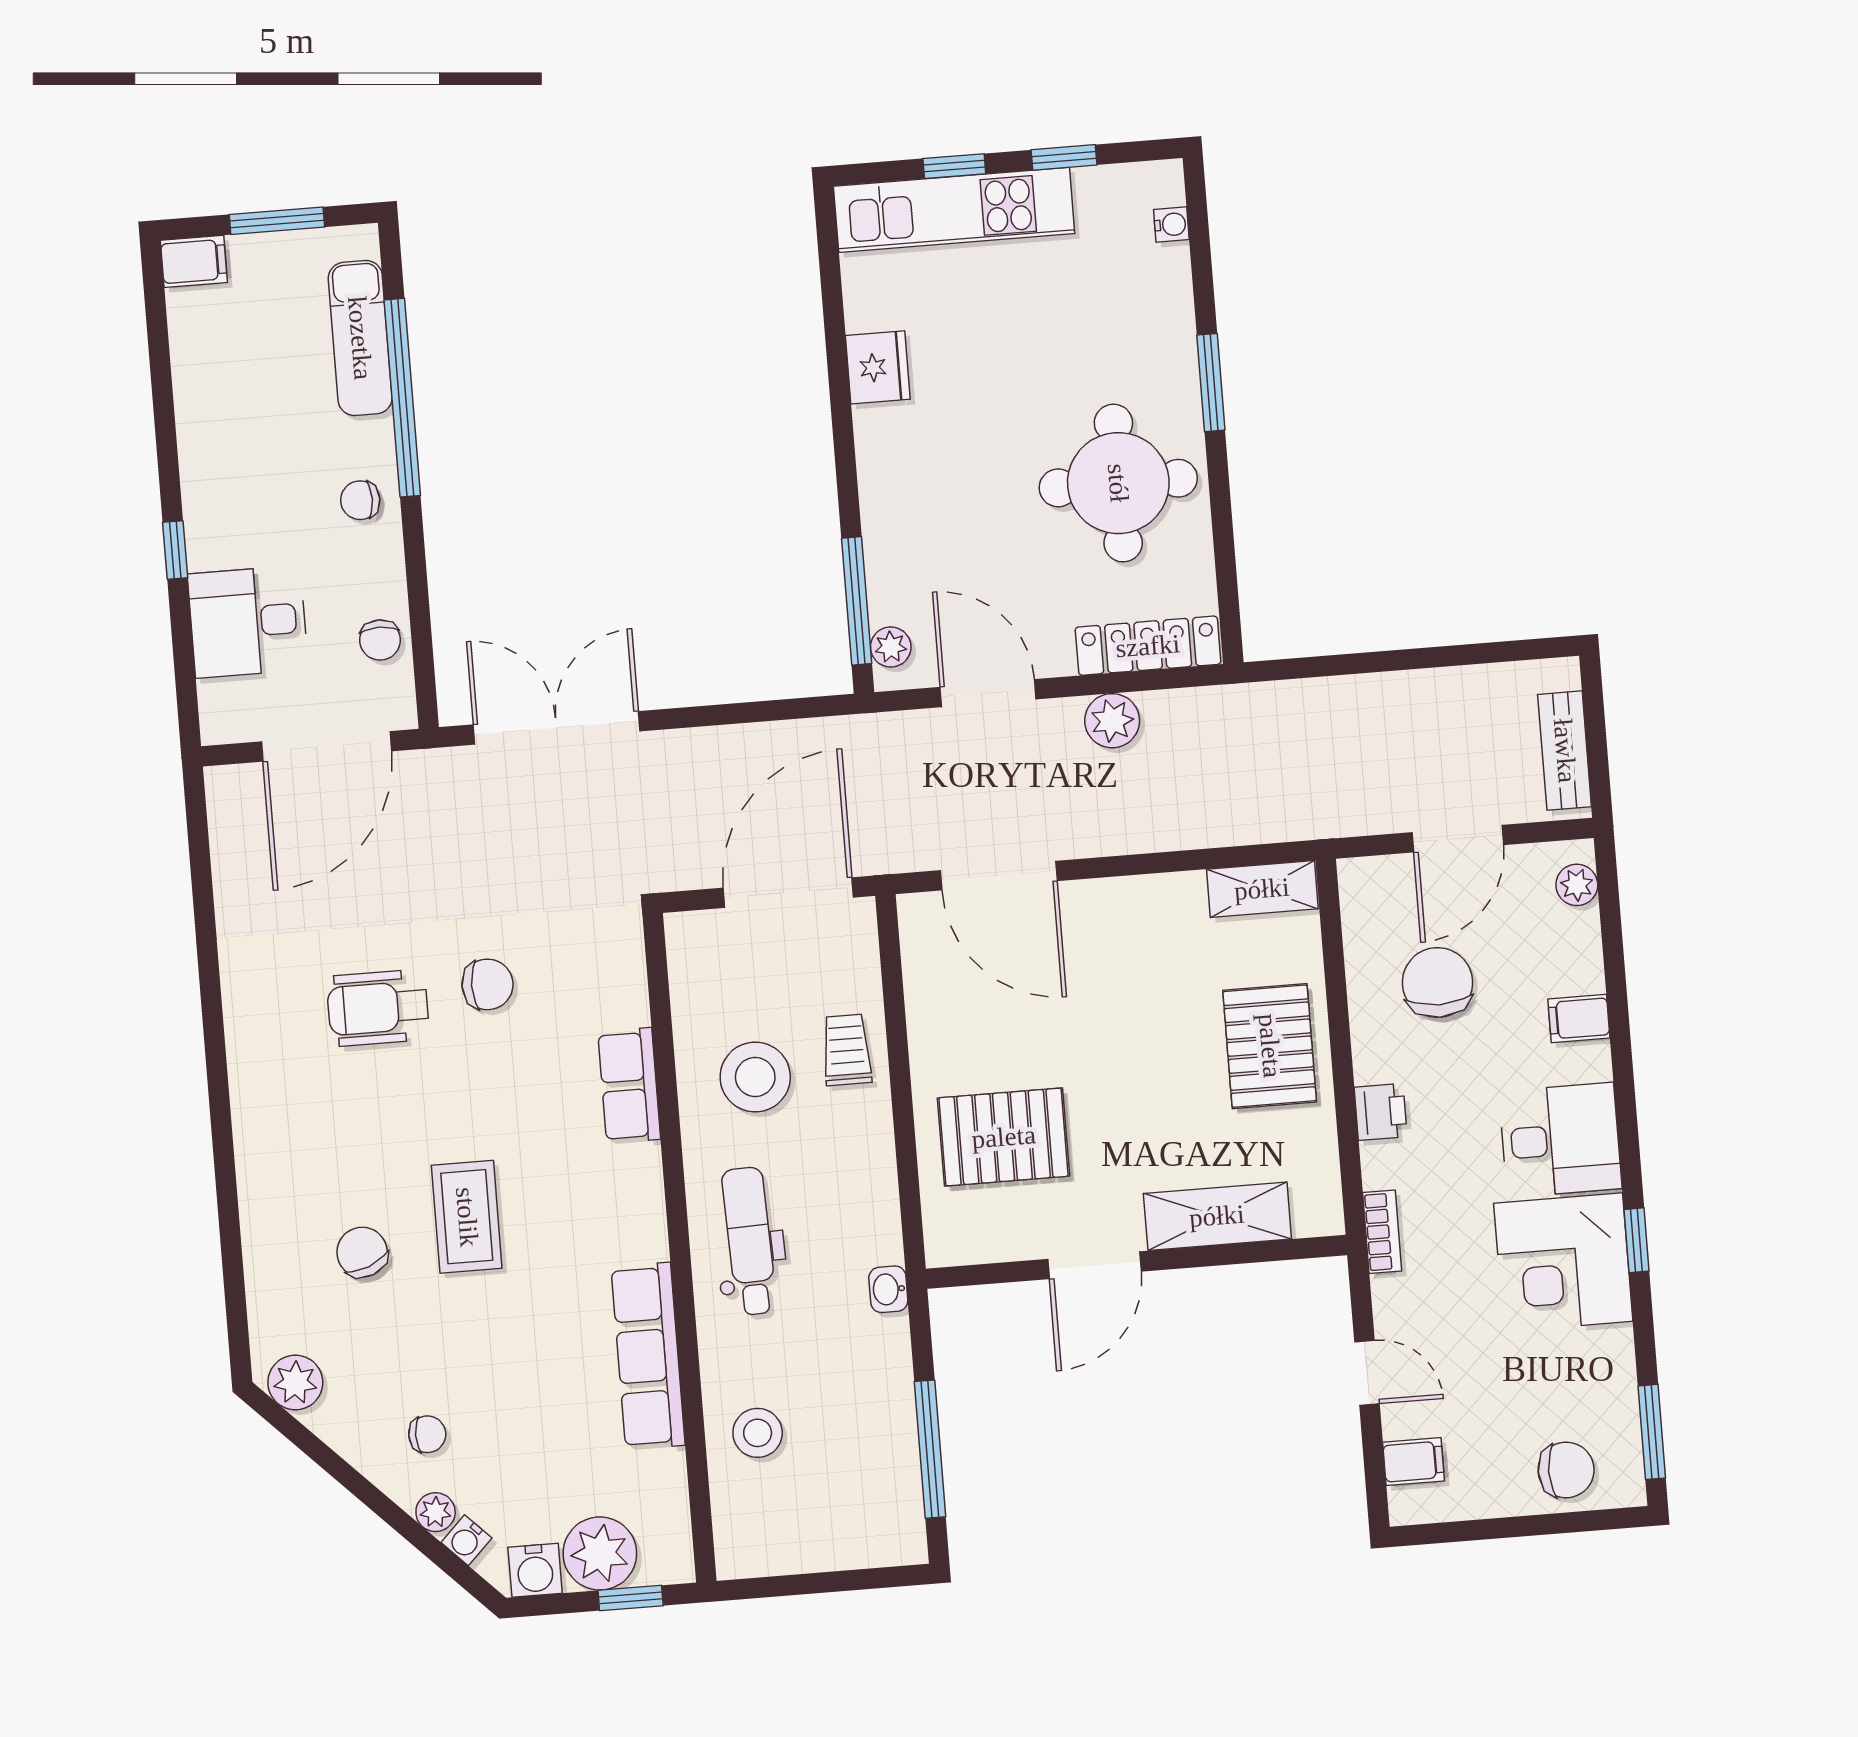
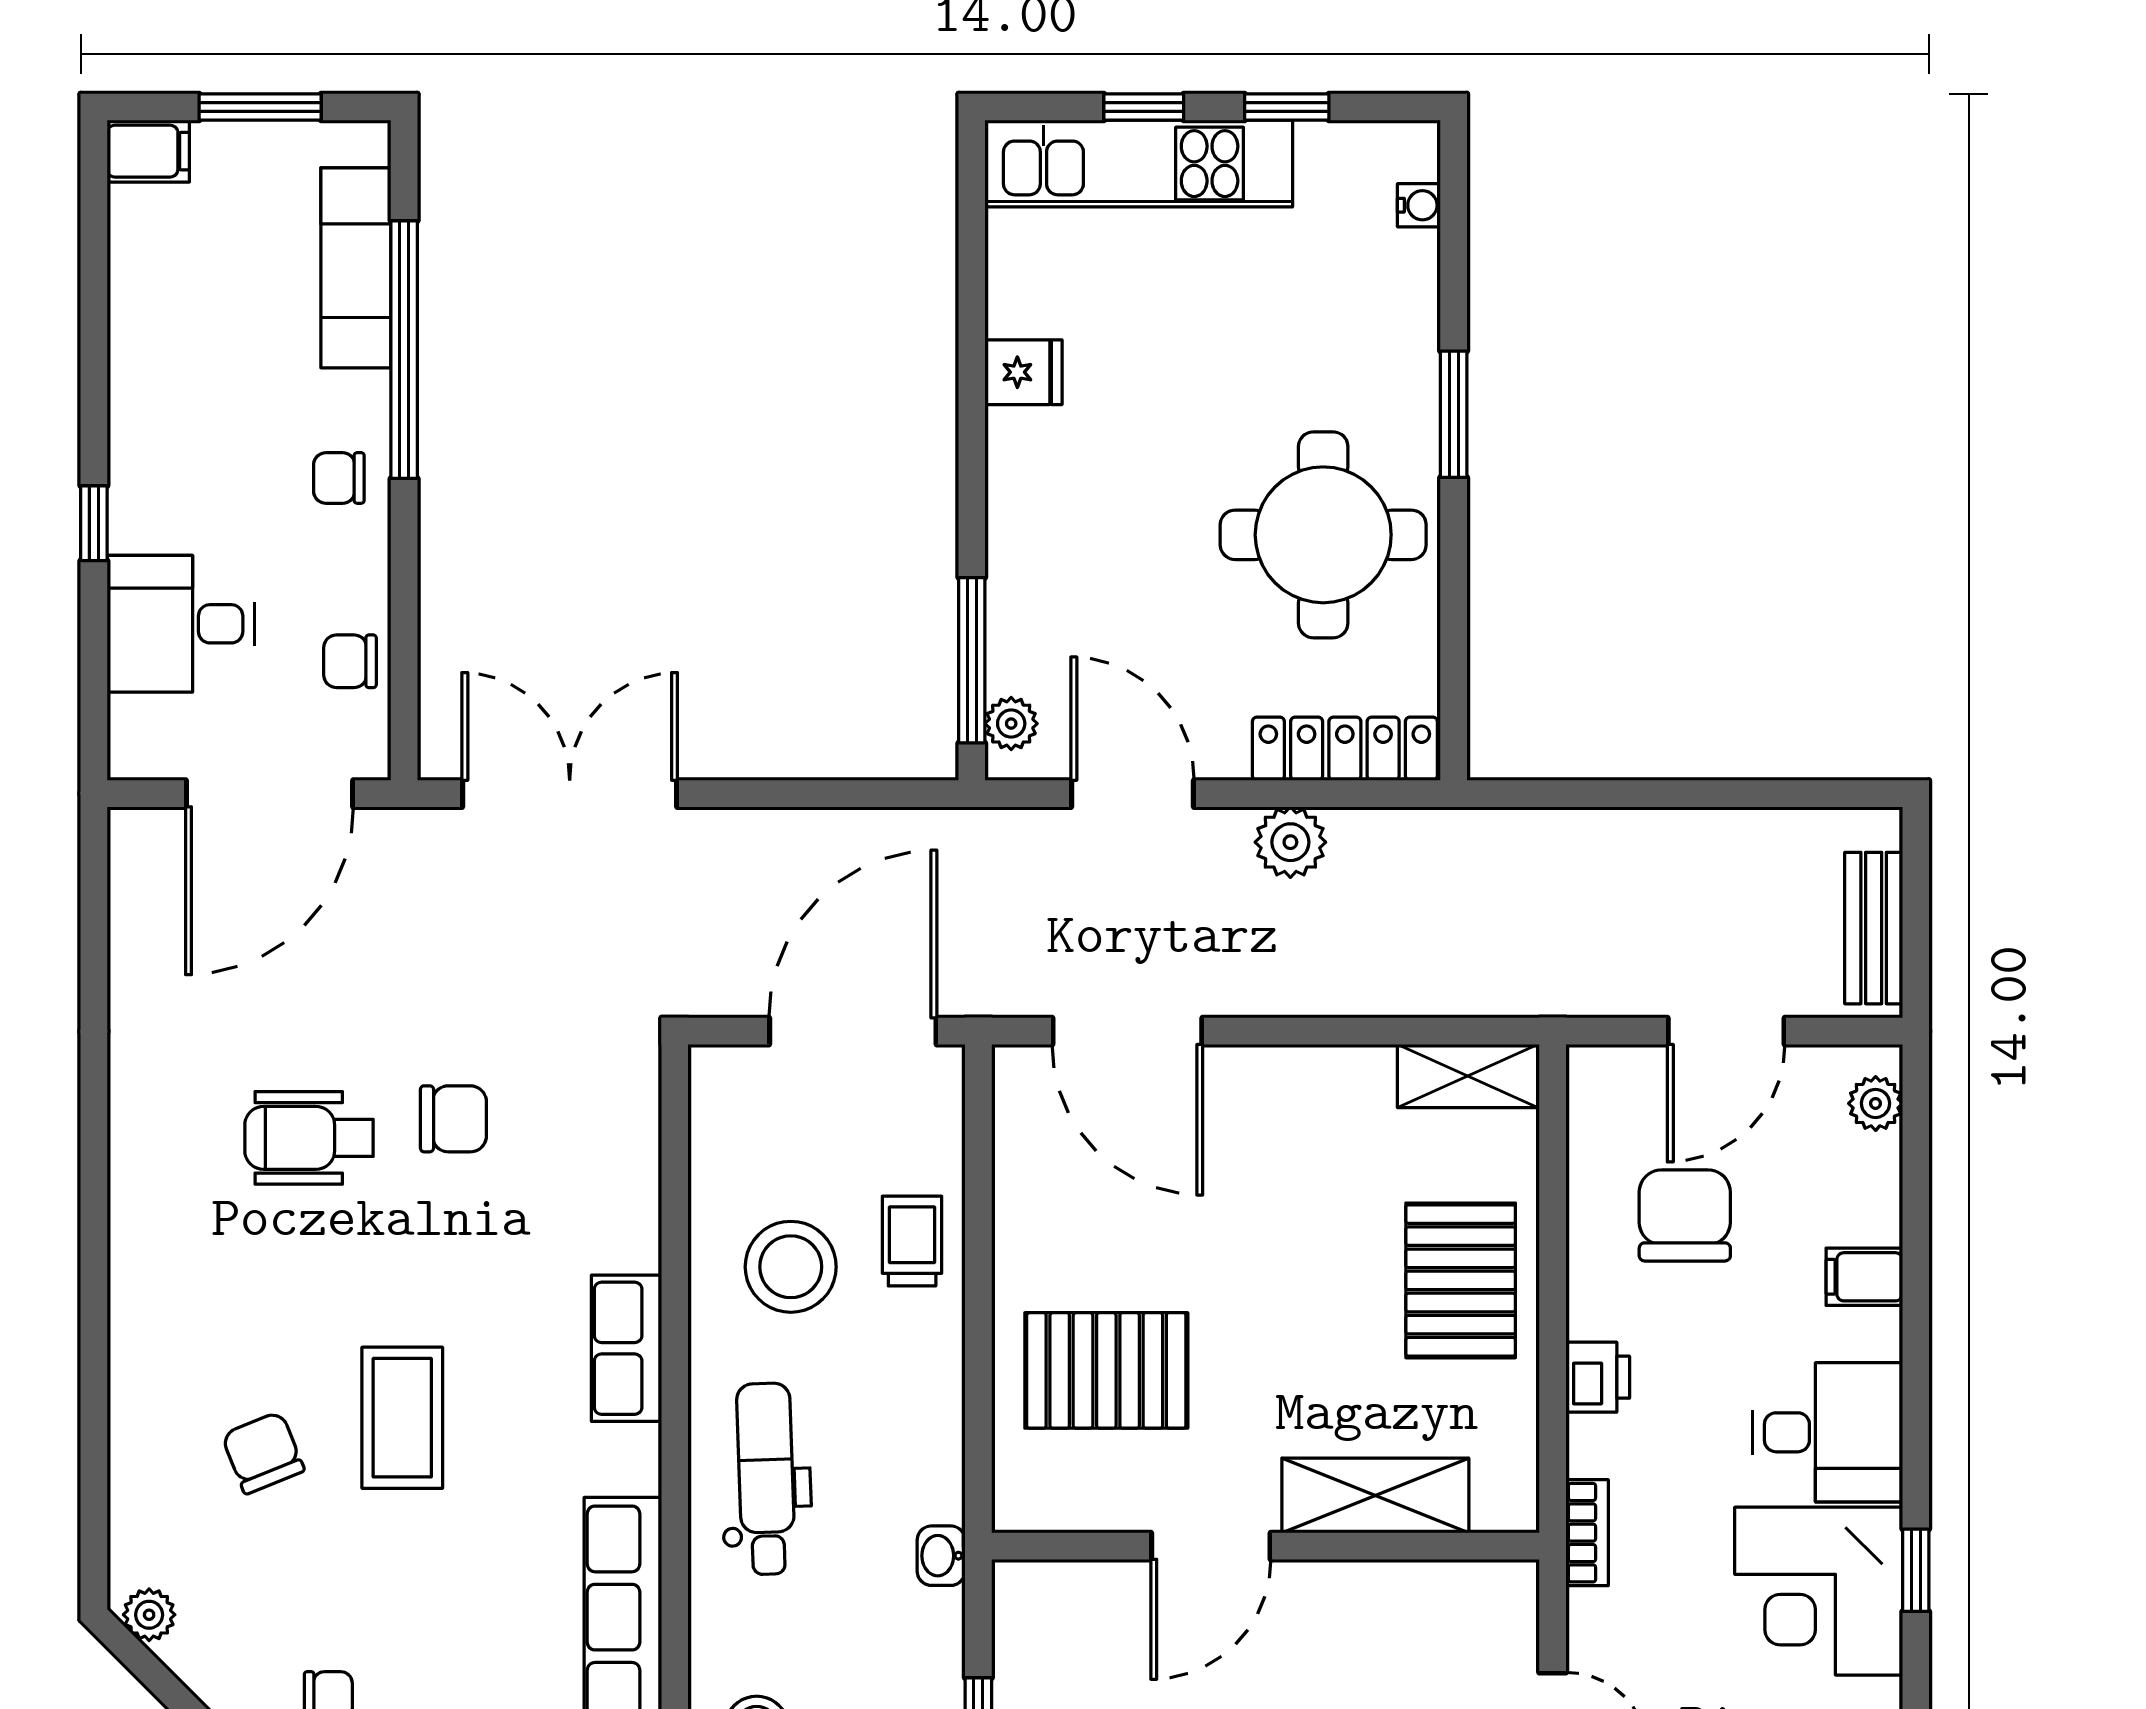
fridge: (878, 367) -> (1024, 372), width x0.72
chair: (380, 640) -> (350, 661), turned 90
row of seats: (629, 1085) -> (626, 1348), moved
plant: (295, 1383) -> (149, 1615), width x0.73, depth x0.73

